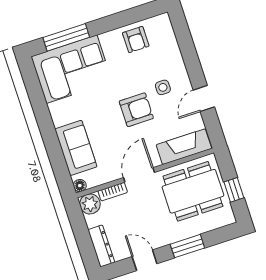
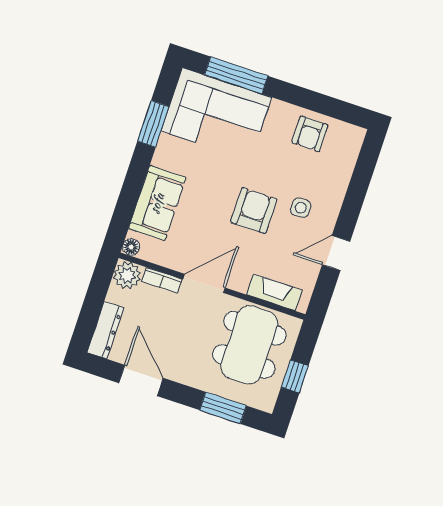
window: (39, 103) -> (153, 124), added
armchair: (136, 110) -> (254, 211), turned -90
fireplace: (184, 147) -> (274, 292), width x0.73, depth x0.76
dining table: (193, 191) -> (249, 345), turned 90
window: (187, 246) -> (223, 408), moved
door: (145, 260) -> (141, 380), width x1.38

